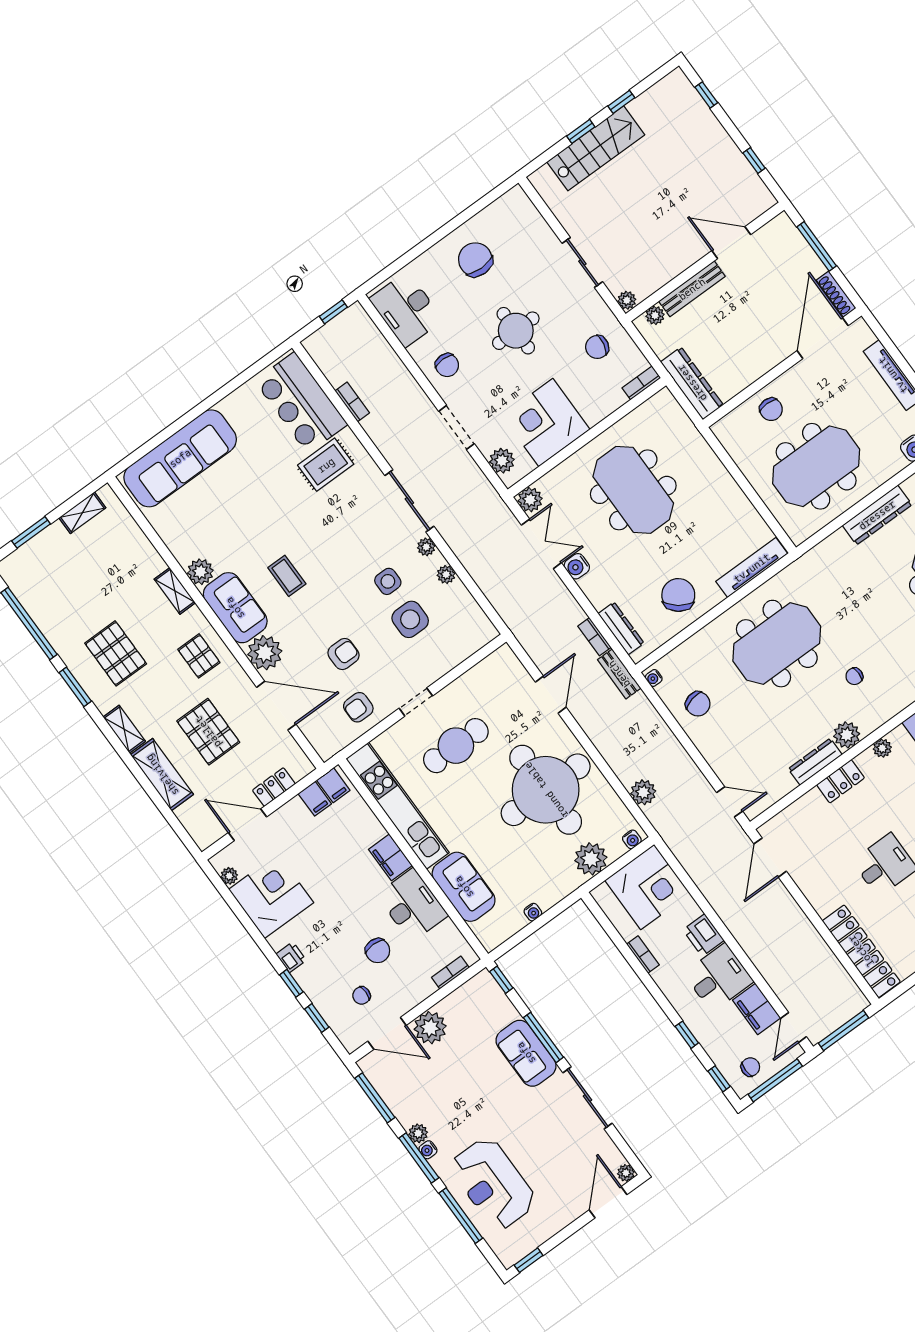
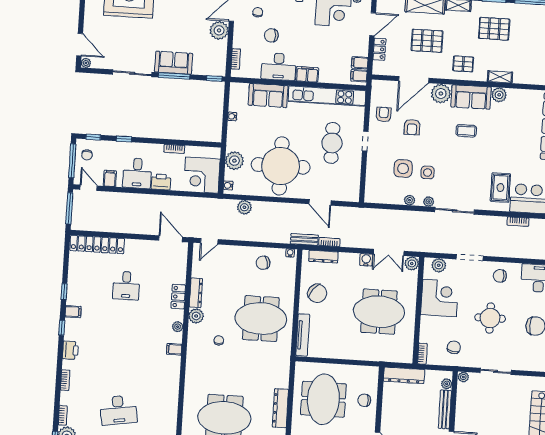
meeting table: (777, 644) -> (261, 319), turned 90
filing cabinet: (757, 1009) -> (110, 178), width x0.50

